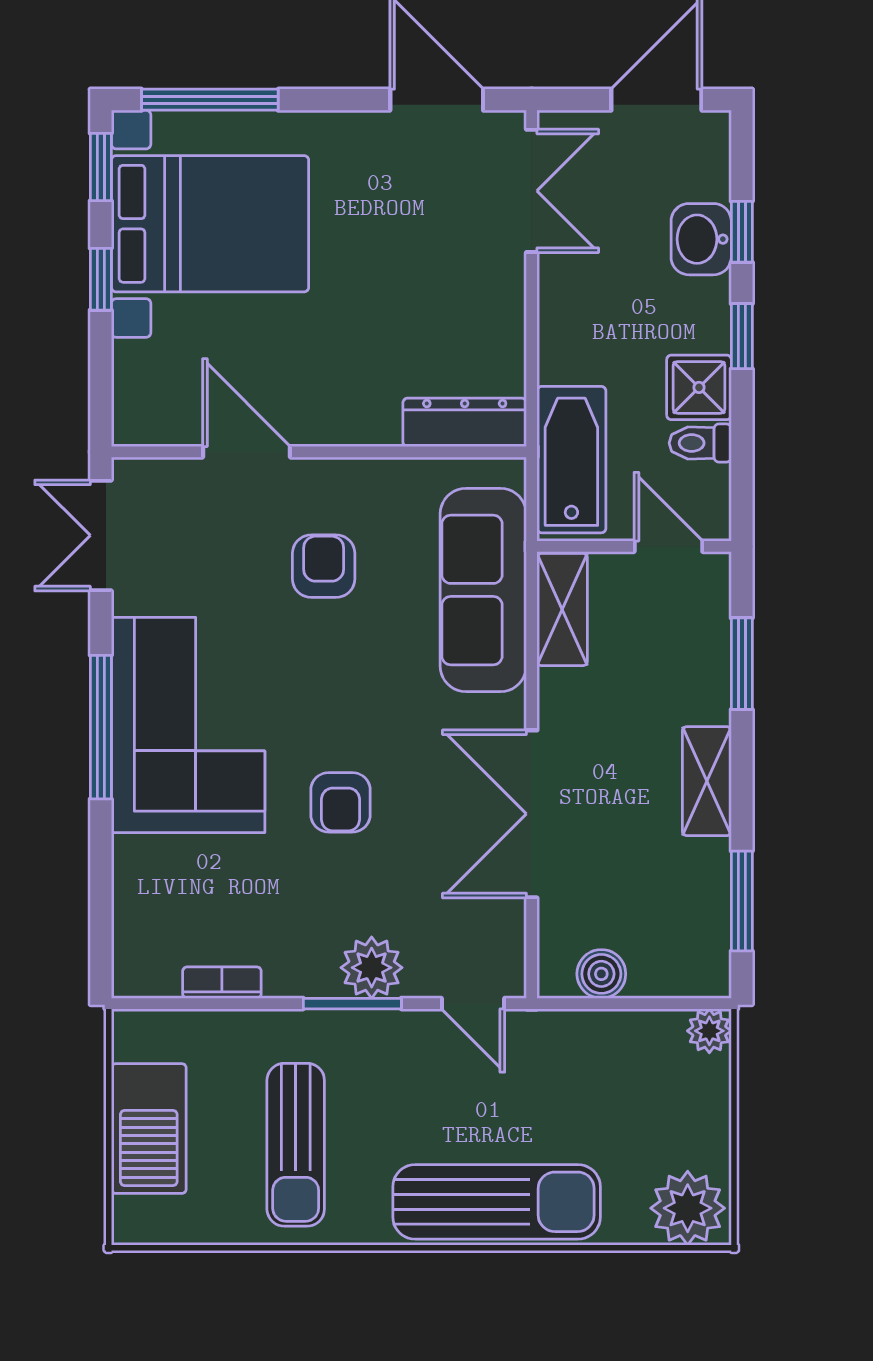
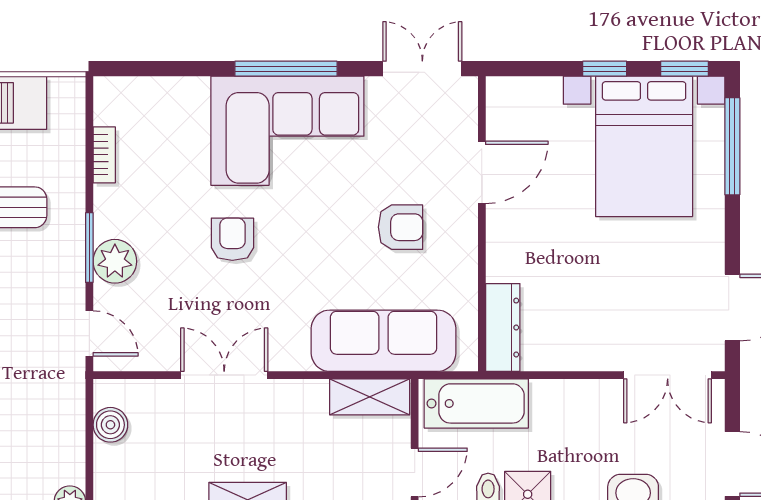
armchair: (340, 802) -> (232, 239), turned 90
double door: (532, 814) -> (224, 375), width x0.73
door: (473, 1004) -> (89, 333), swing flipped

